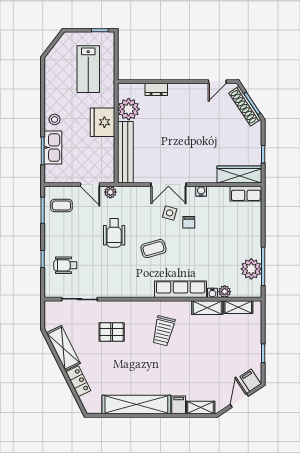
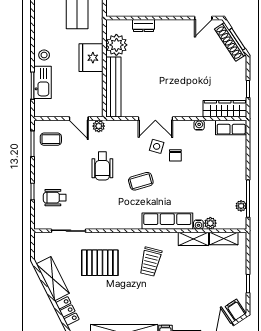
water cooler: (201, 191) -> (199, 125), moved
plant: (251, 269) -> (241, 206), width x0.53, depth x0.53
pallet: (112, 332) -> (100, 263), width x1.50, depth x1.42

